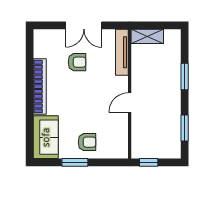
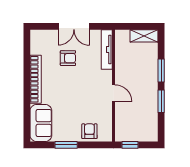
shelving: (147, 36) -> (144, 36), moved
door: (130, 103) -> (114, 93), swing flipped
window: (185, 128) -> (161, 101), moved
armchair: (87, 142) -> (89, 131), moved, turned -90

